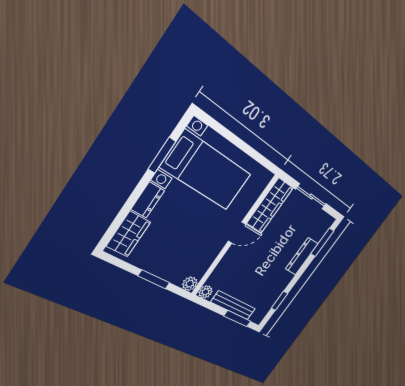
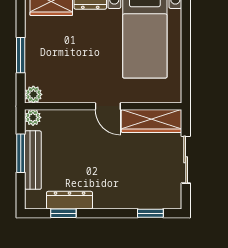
window: (322, 242) -> (150, 213), width x0.67
dresser: (302, 256) -> (70, 200), moved
window: (237, 319) -> (21, 153), moved

